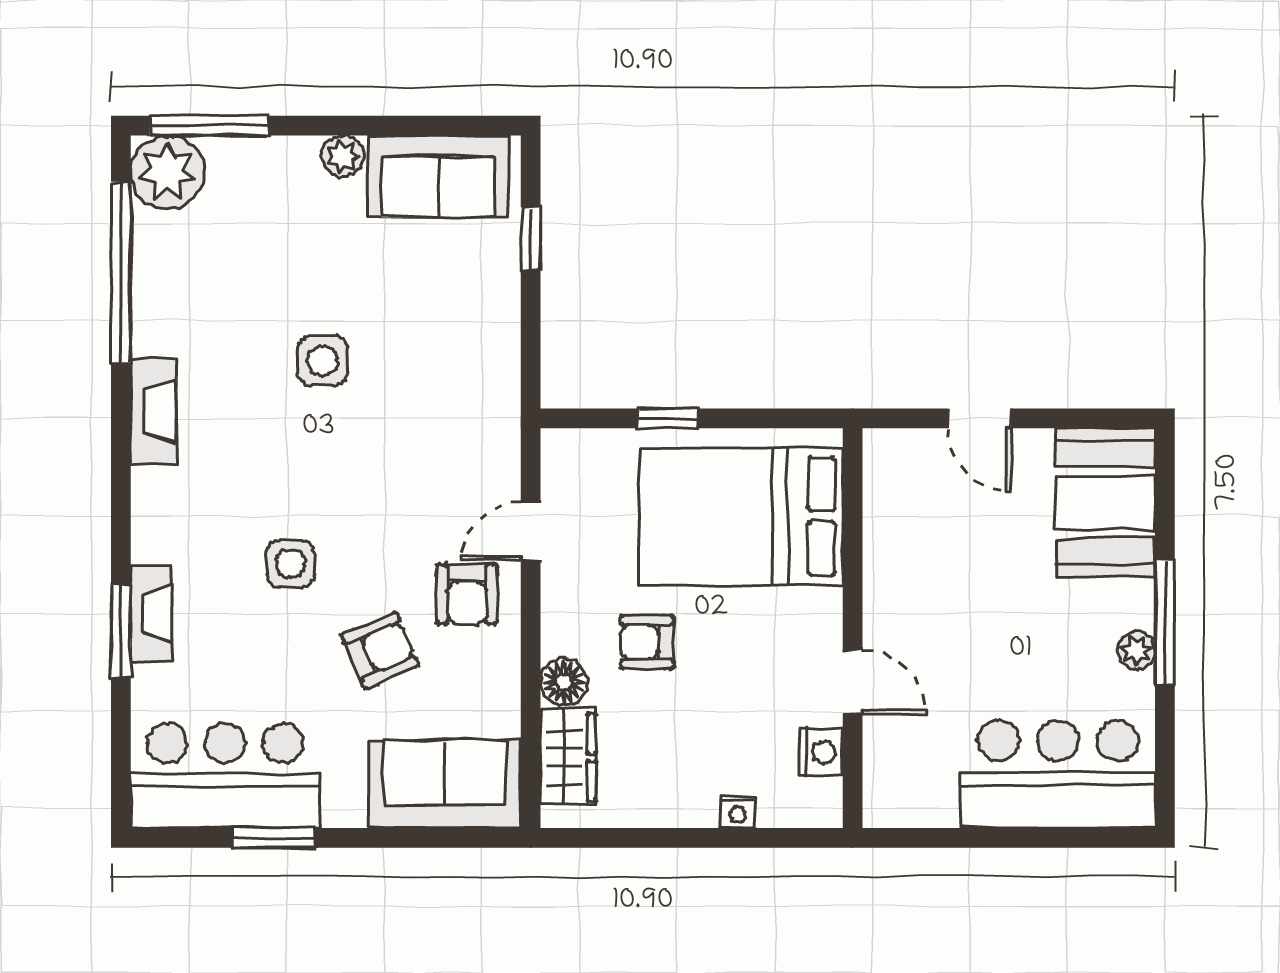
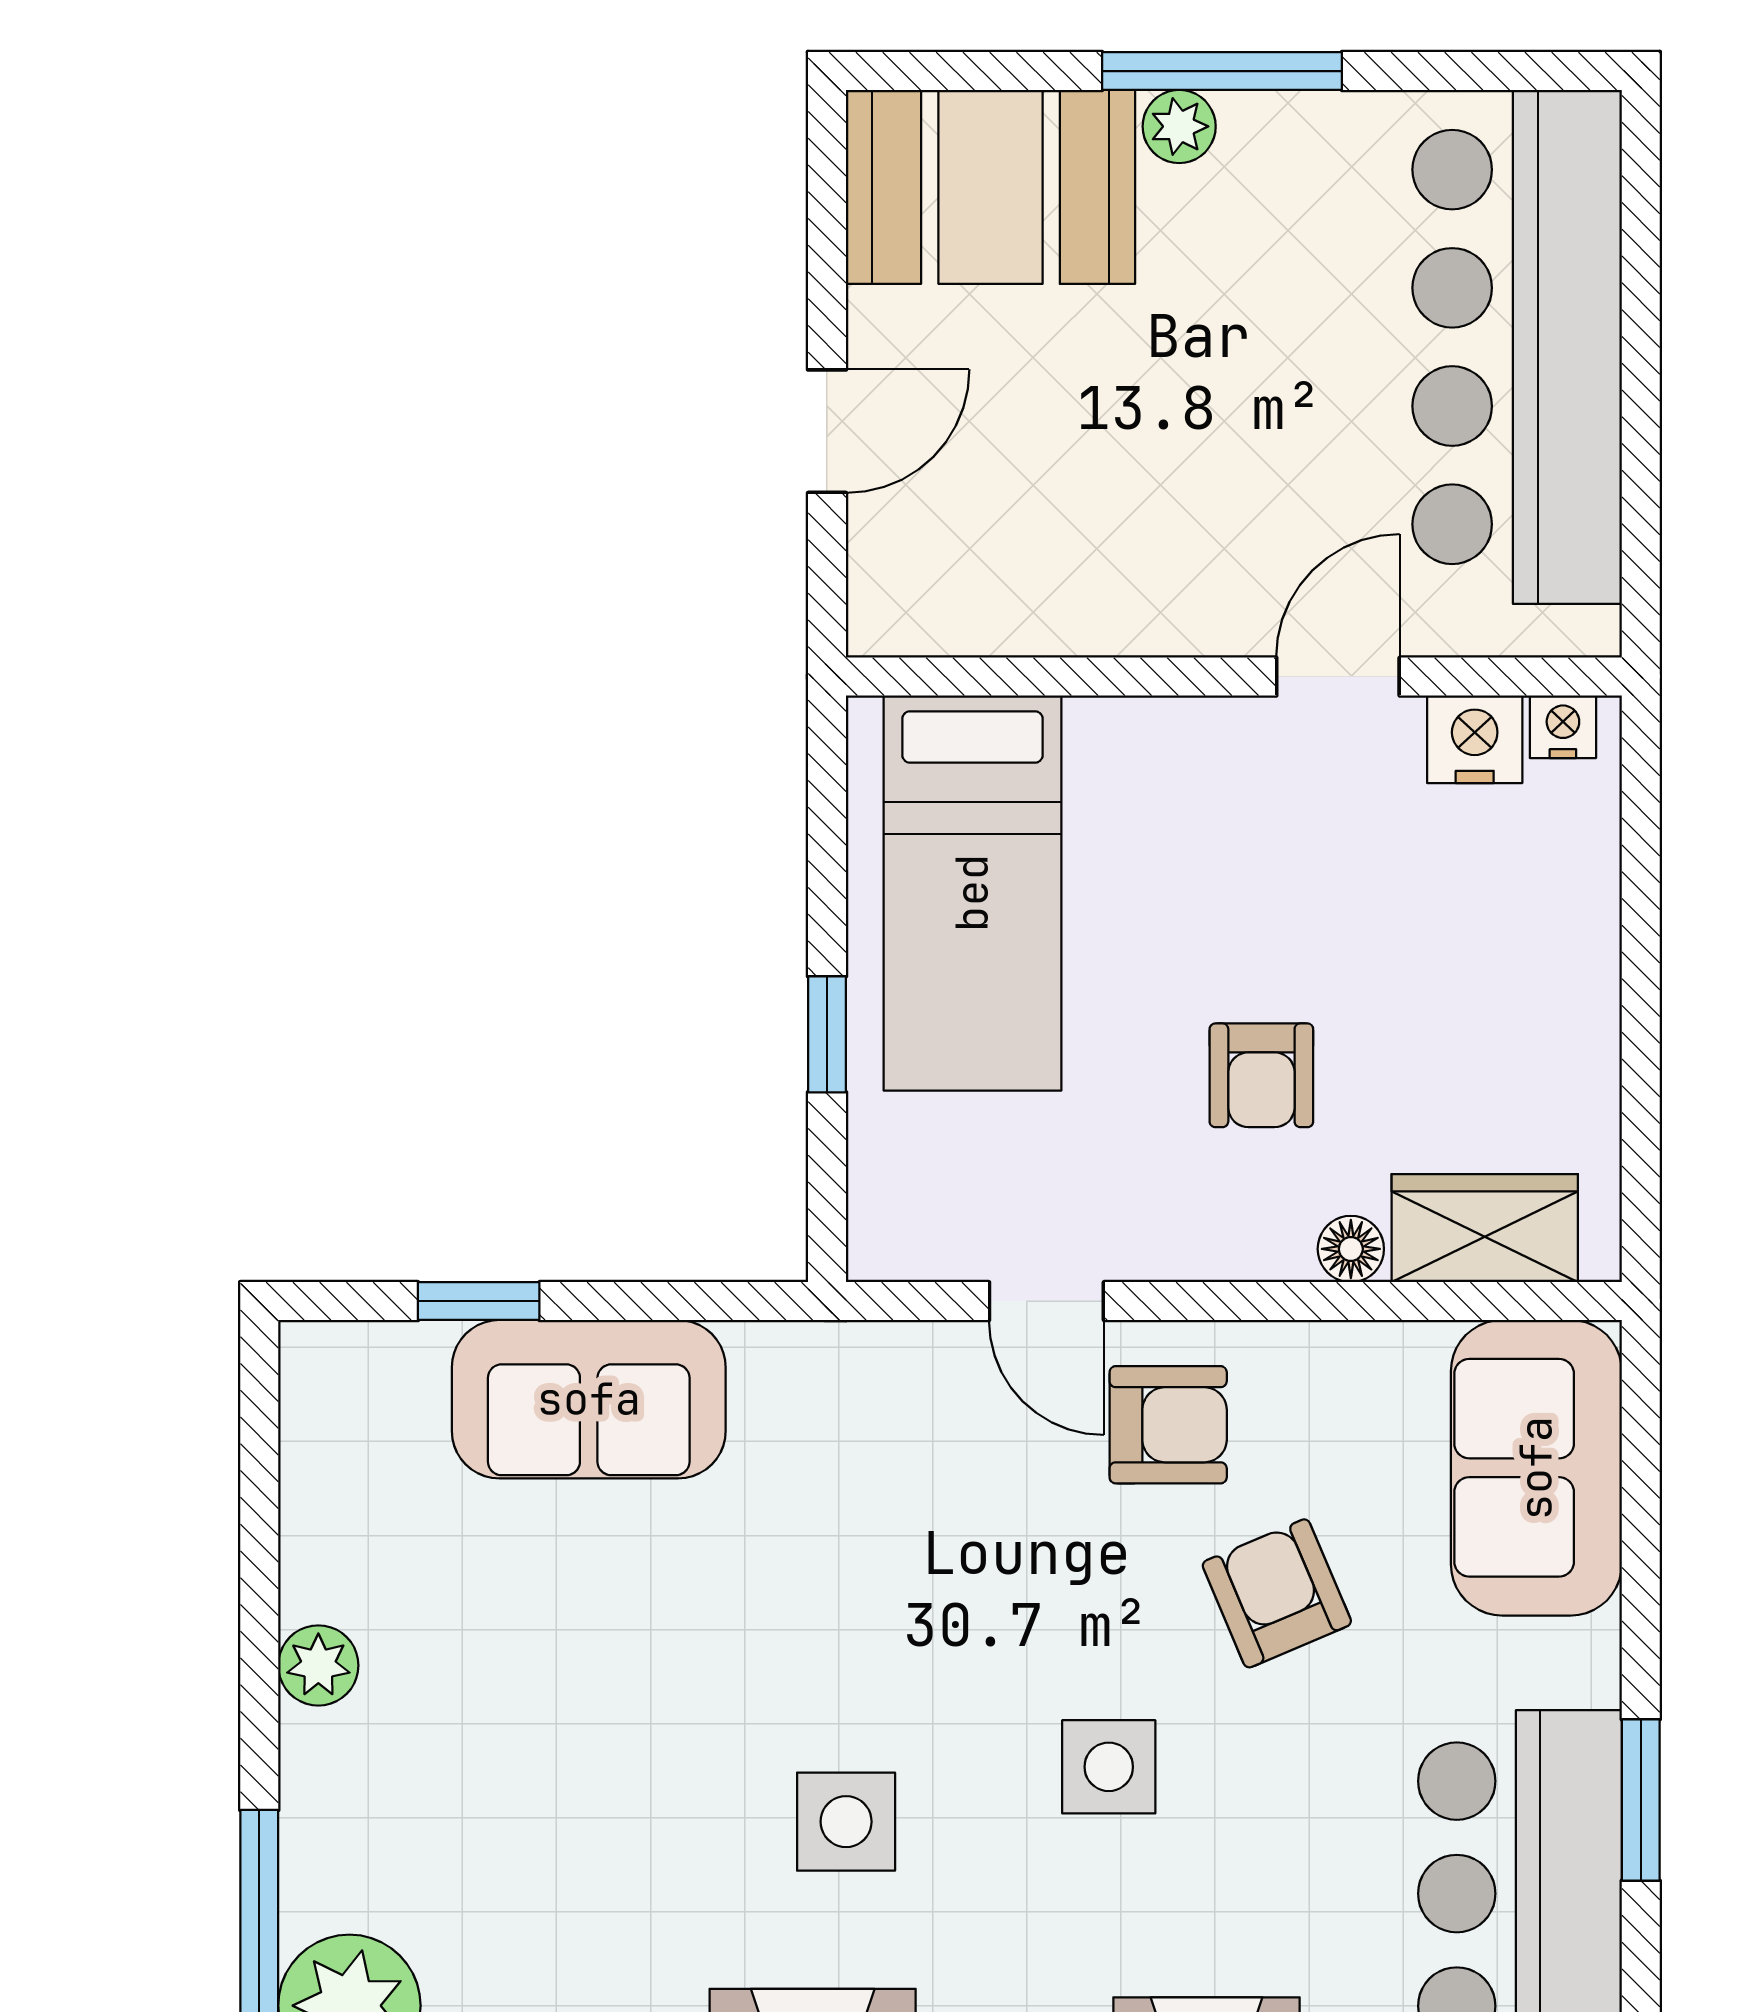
sofa: (438, 176) -> (589, 1399), moved, turned 90
side table: (323, 361) -> (846, 1822), moved
bed: (741, 516) -> (972, 893), width x0.67
plant: (1136, 650) -> (1179, 126), moved
floor lamp: (564, 682) -> (1351, 1249), width x0.73, depth x0.73
bar counter: (1058, 774) -> (1517, 347), width x1.36
nightstand: (738, 812) -> (1563, 727), moved, turned -90

